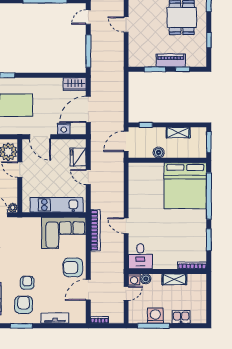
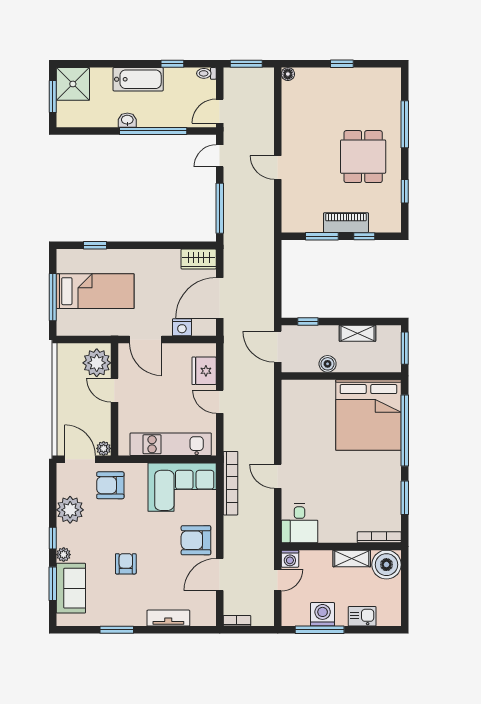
door: (126, 141) -> (278, 347), hinge flipped
boiler: (146, 279) -> (386, 565), moved, width x1.86, depth x1.86
armchair: (24, 305) -> (110, 485), moved, turned -90

